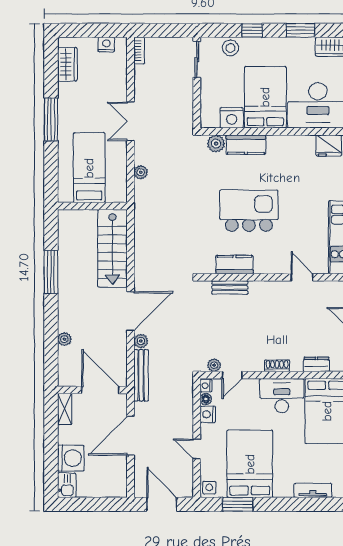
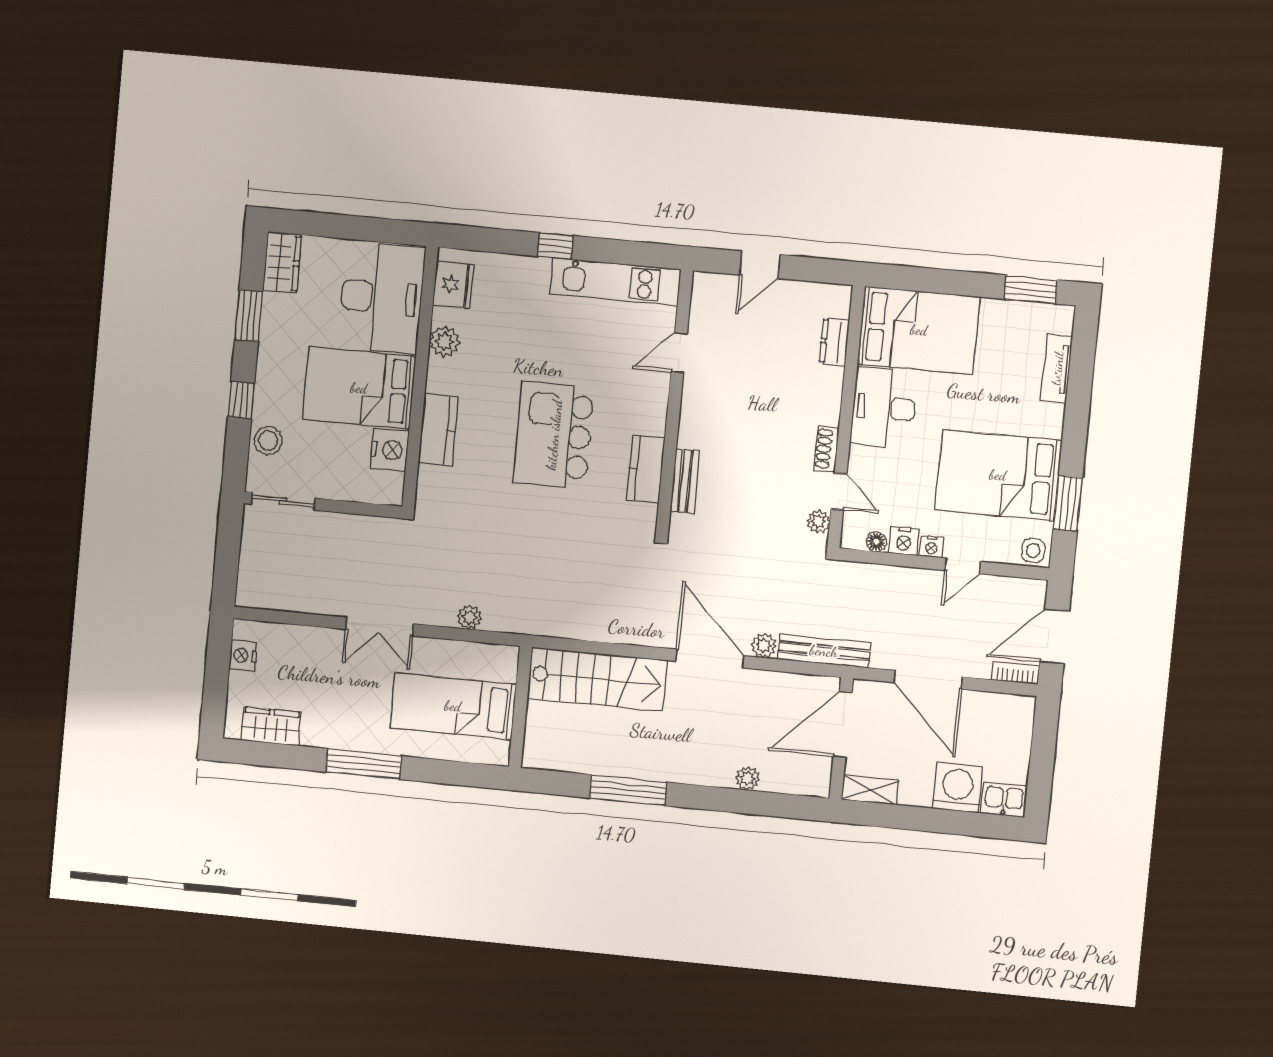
bookcase: (139, 51) -> (1015, 673), moved
plant: (216, 144) -> (444, 342), moved
shoe rack: (277, 366) -> (827, 449), moved
nightstand: (206, 386) -> (931, 547), moved

